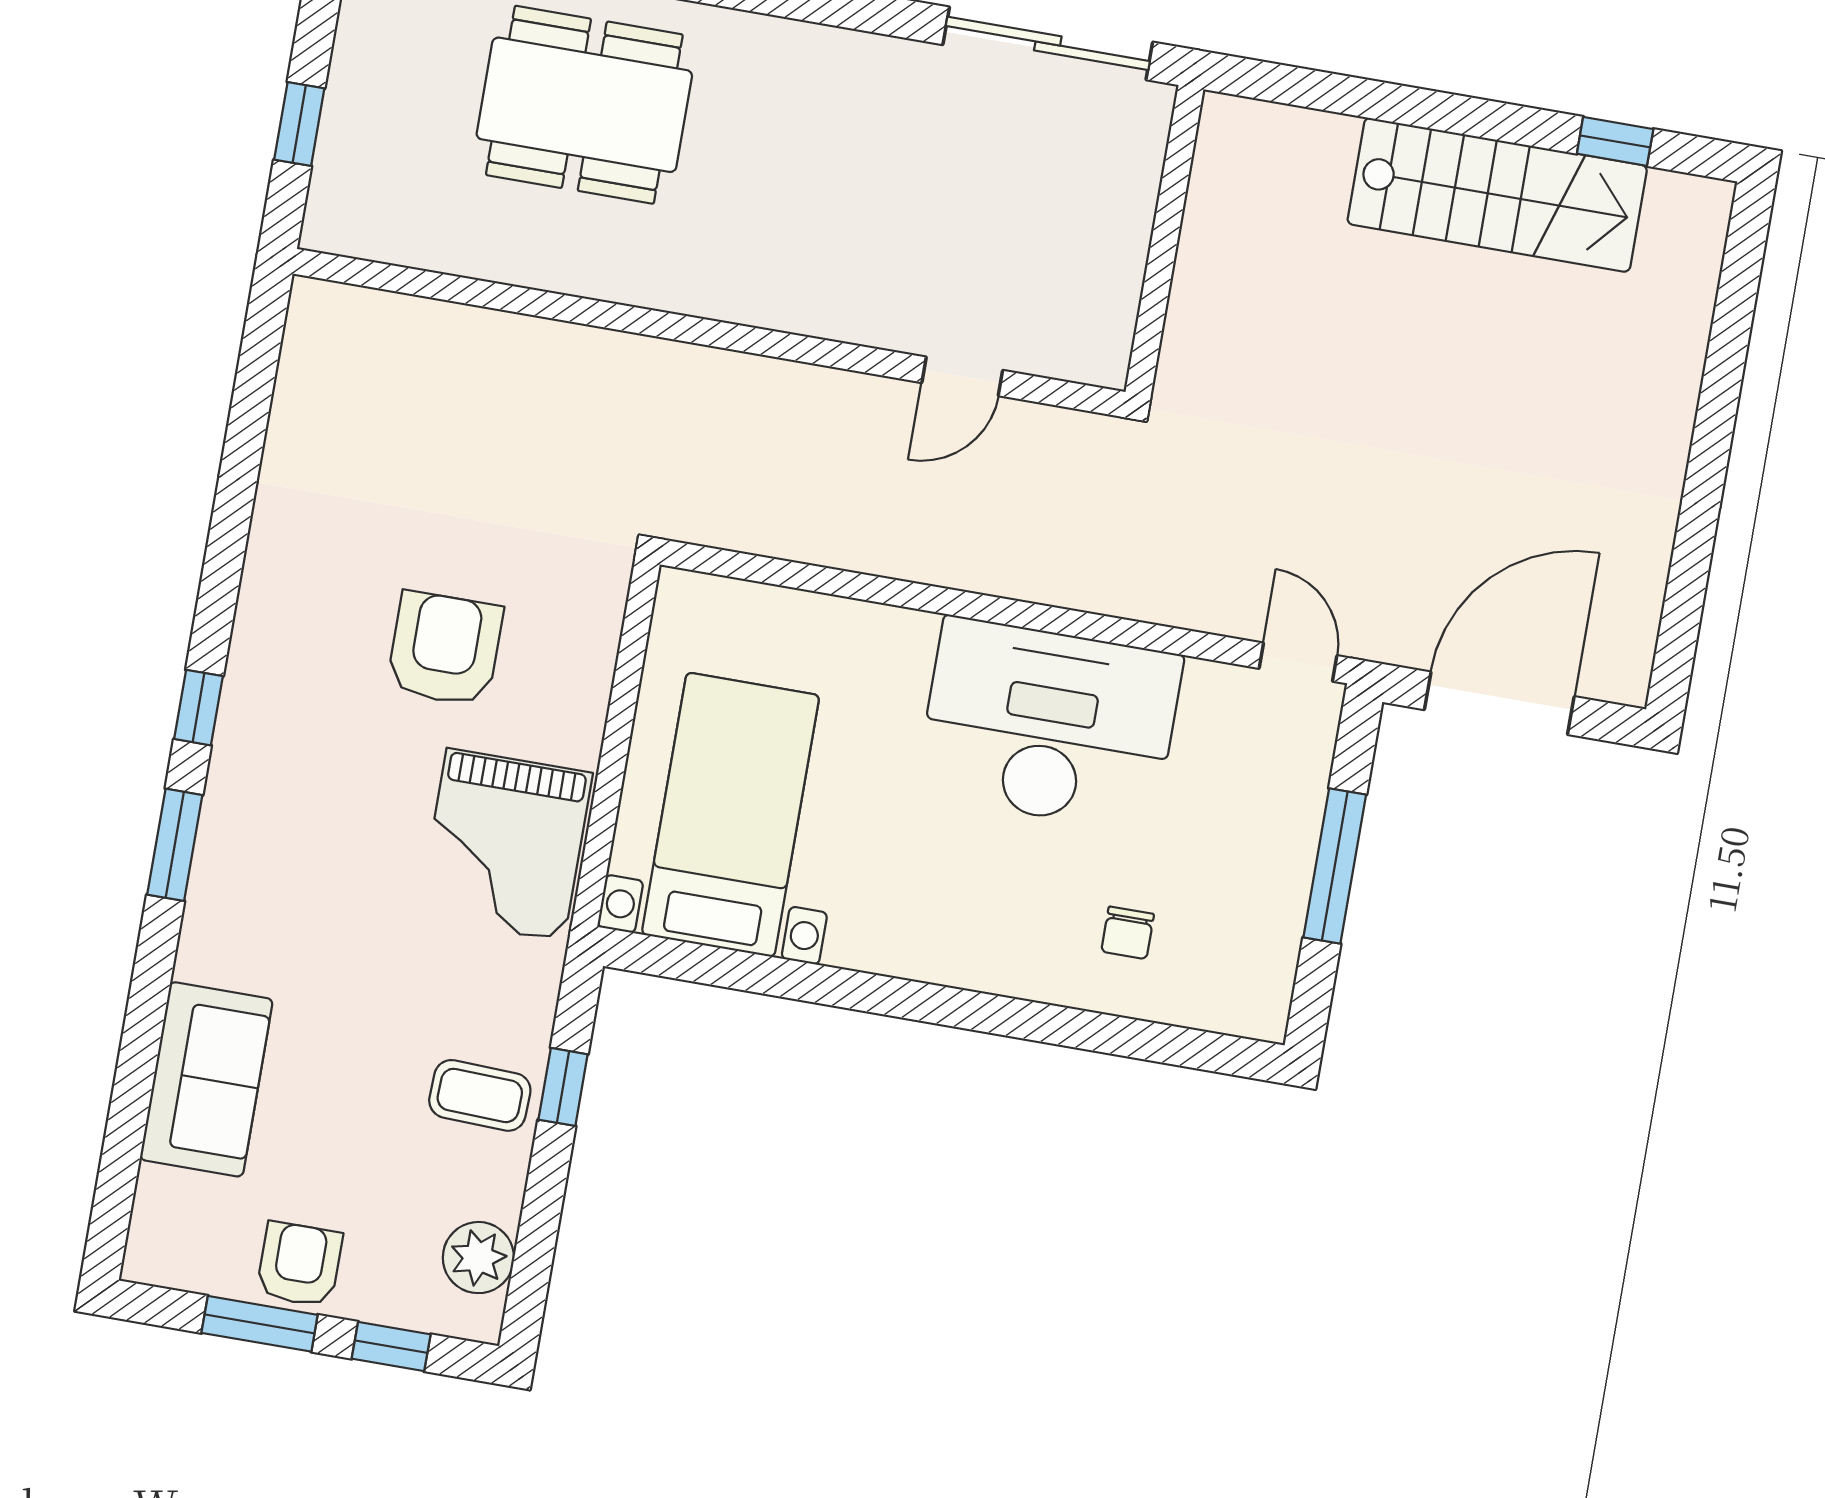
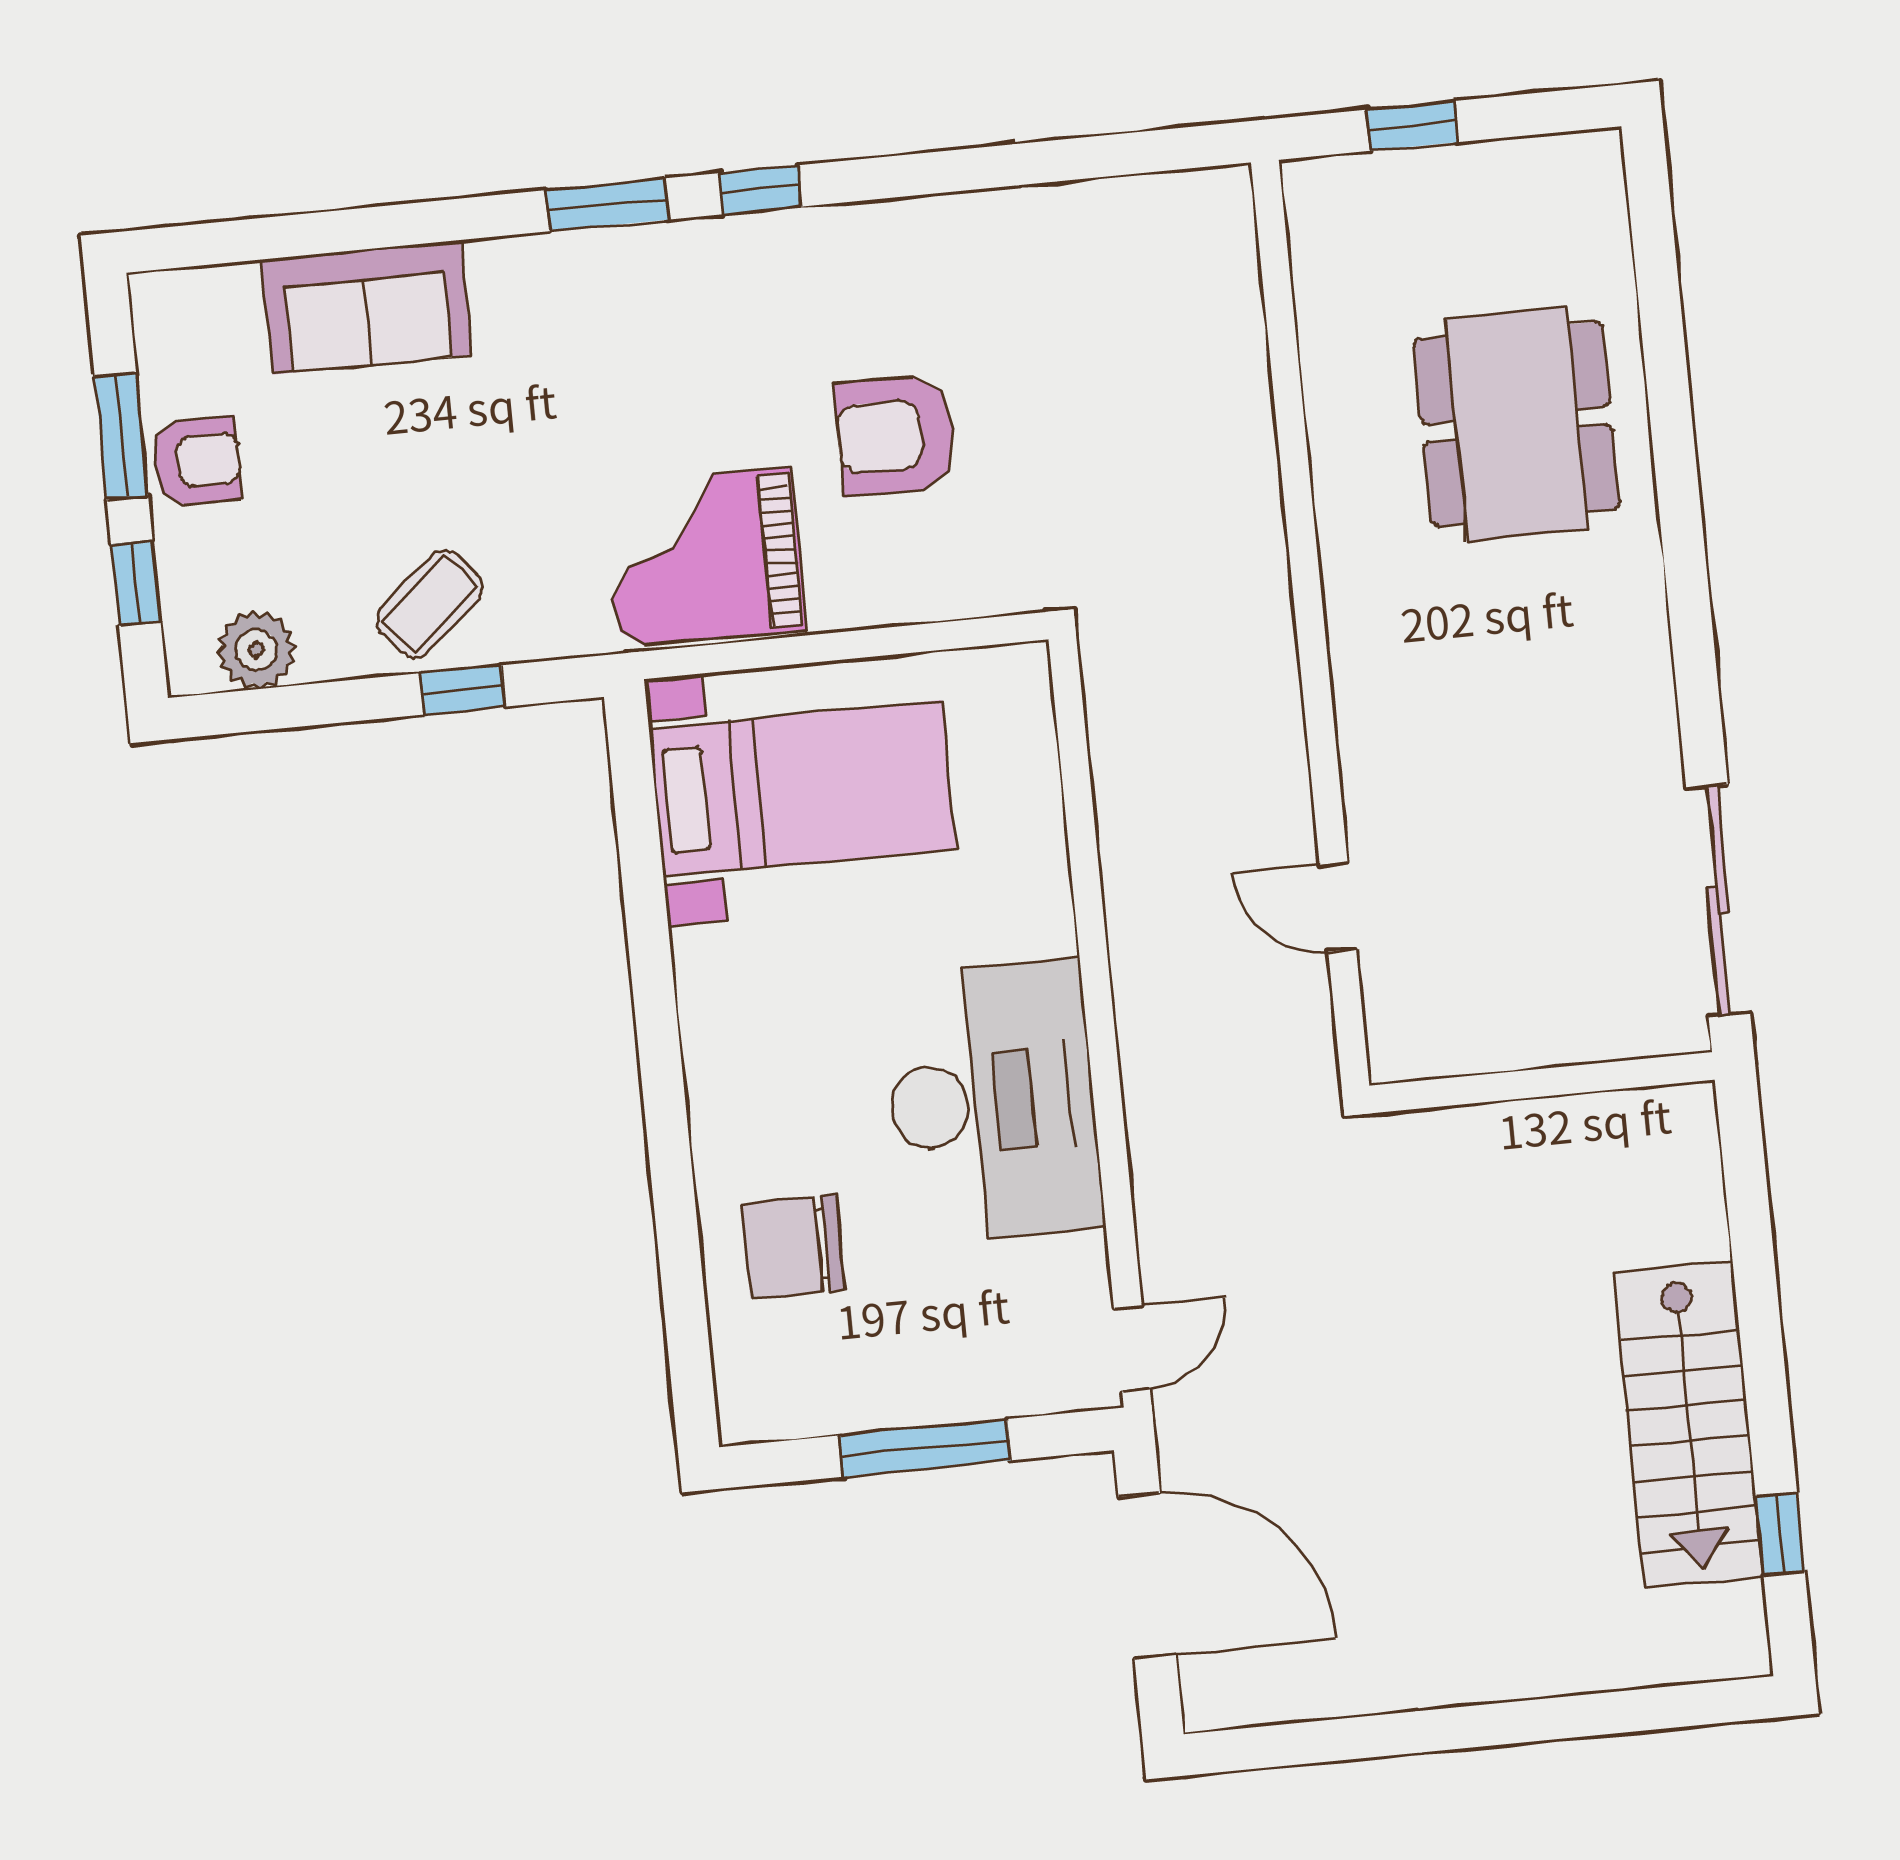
armchair: (445, 649) -> (896, 435), turned 180
chair: (1128, 933) -> (793, 1247), width x1.87, depth x1.87
coffee table: (480, 1095) -> (430, 604), turned 47

